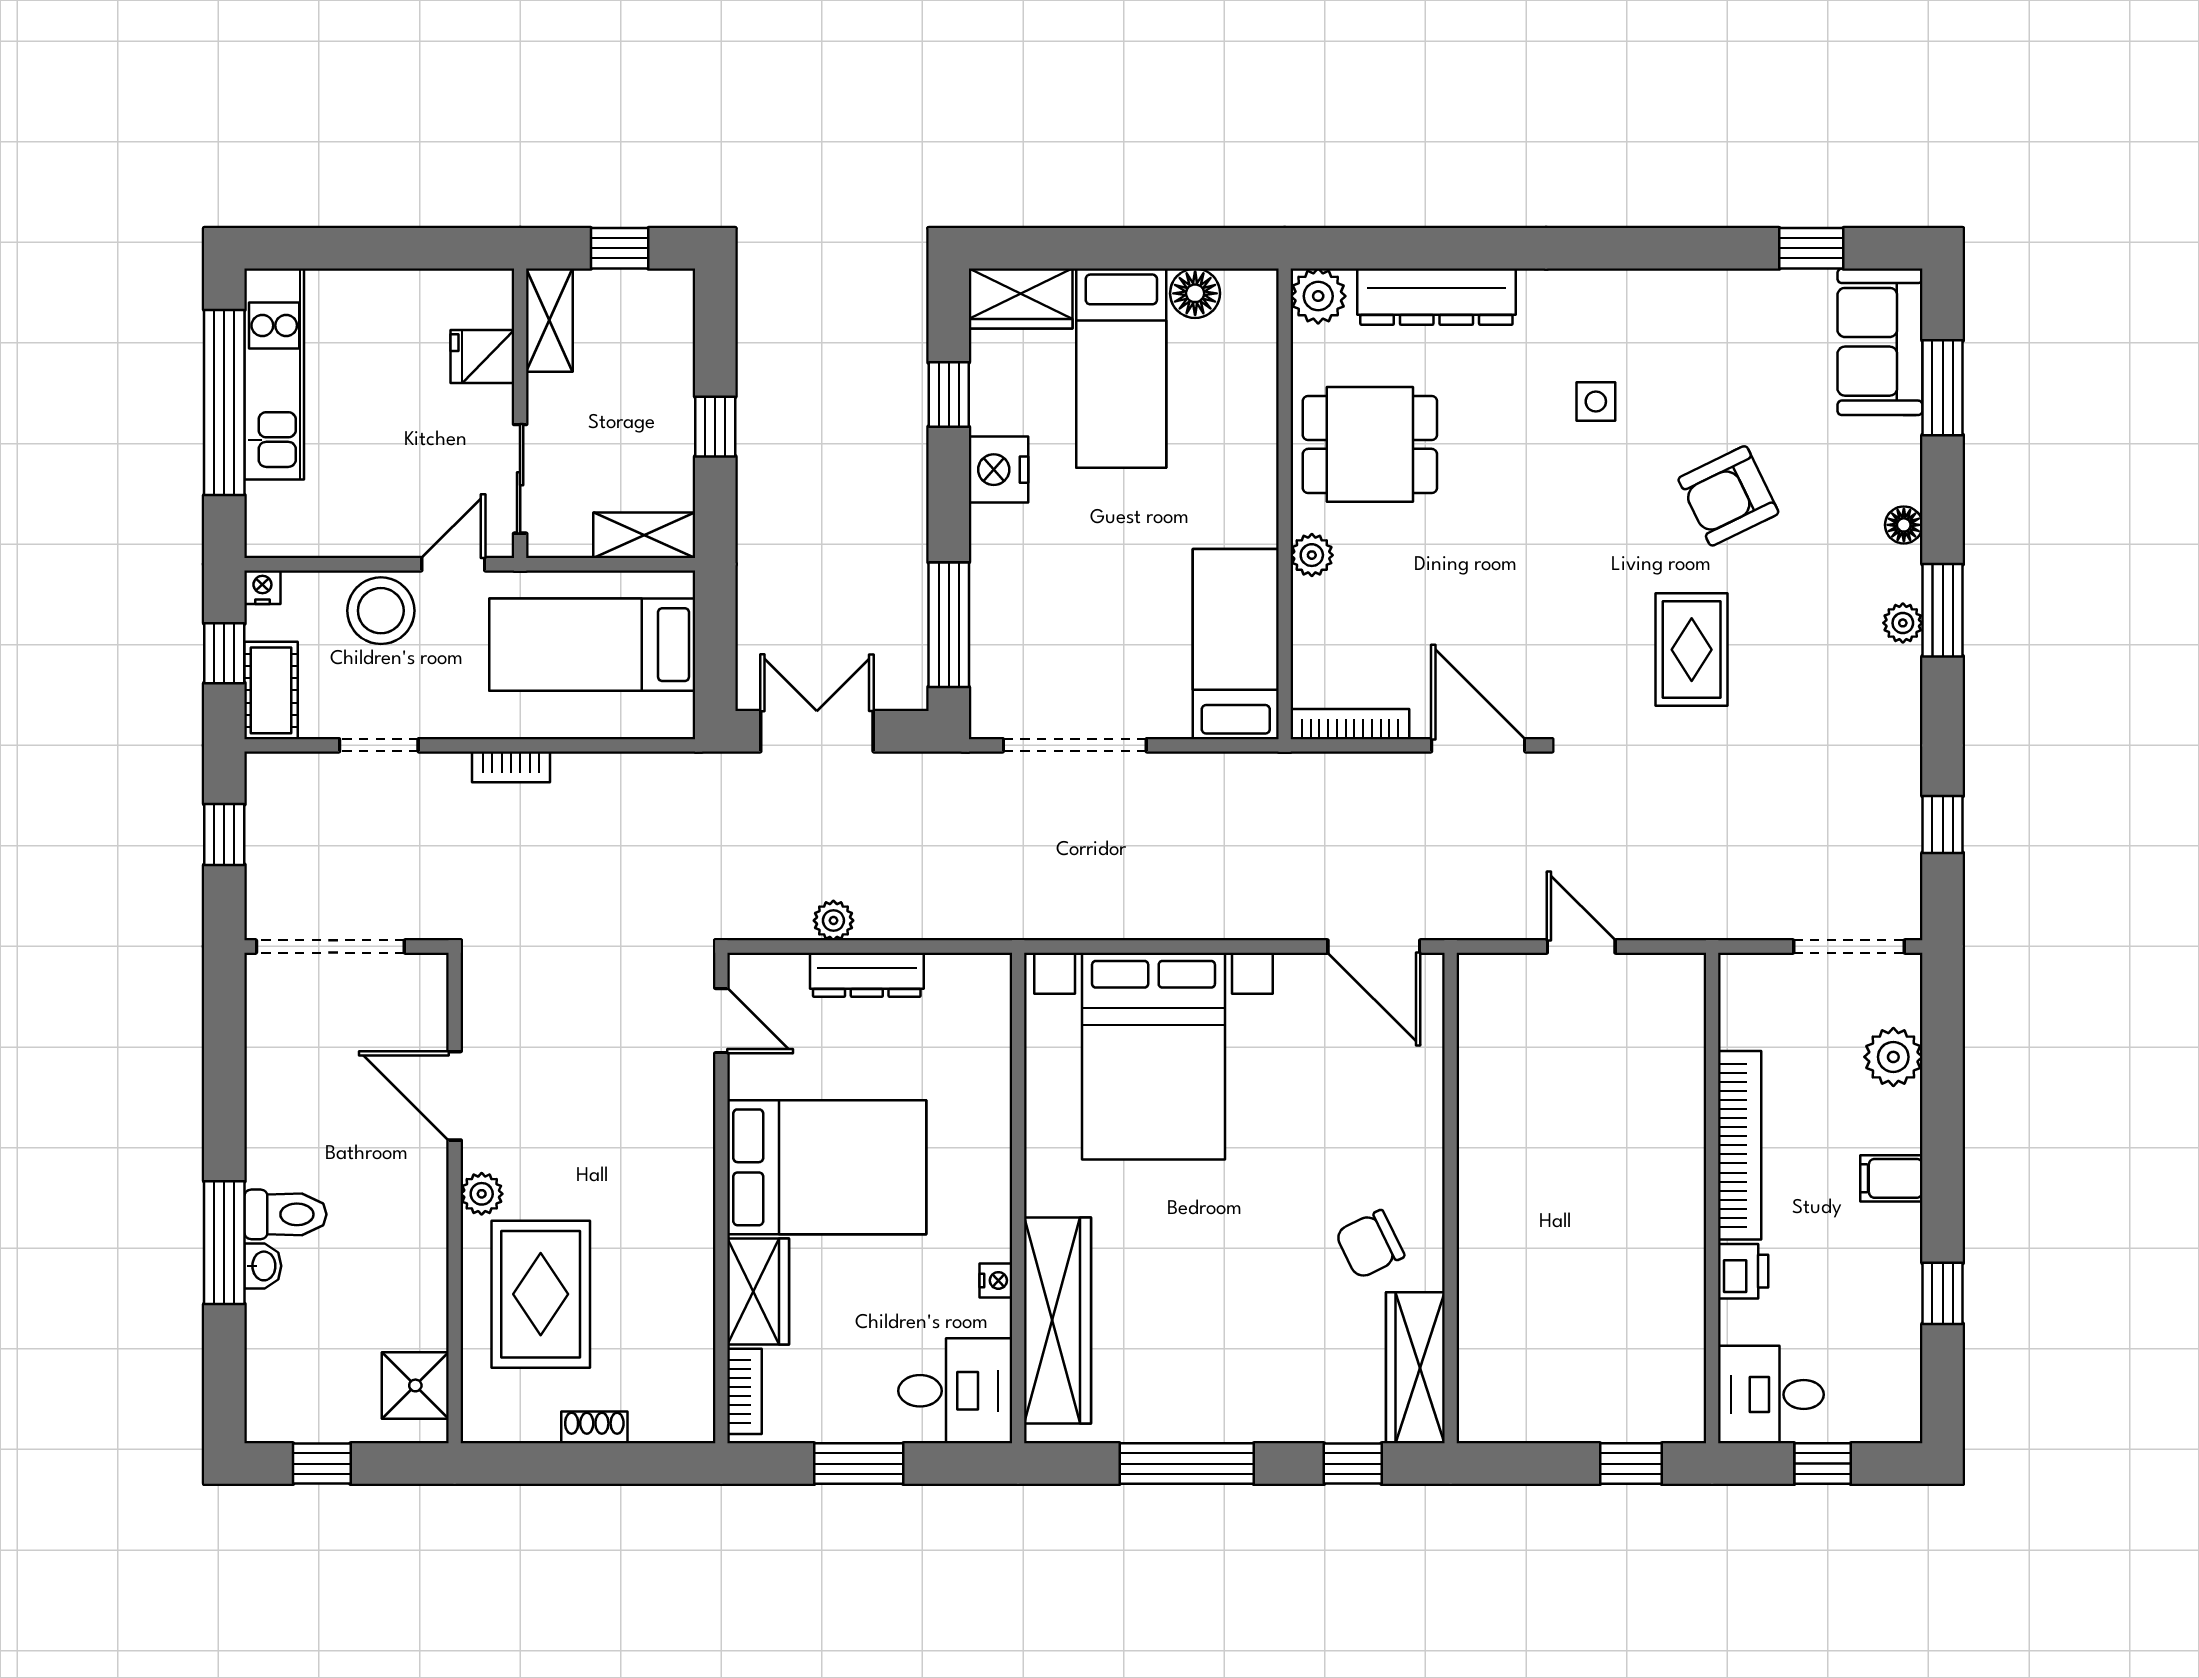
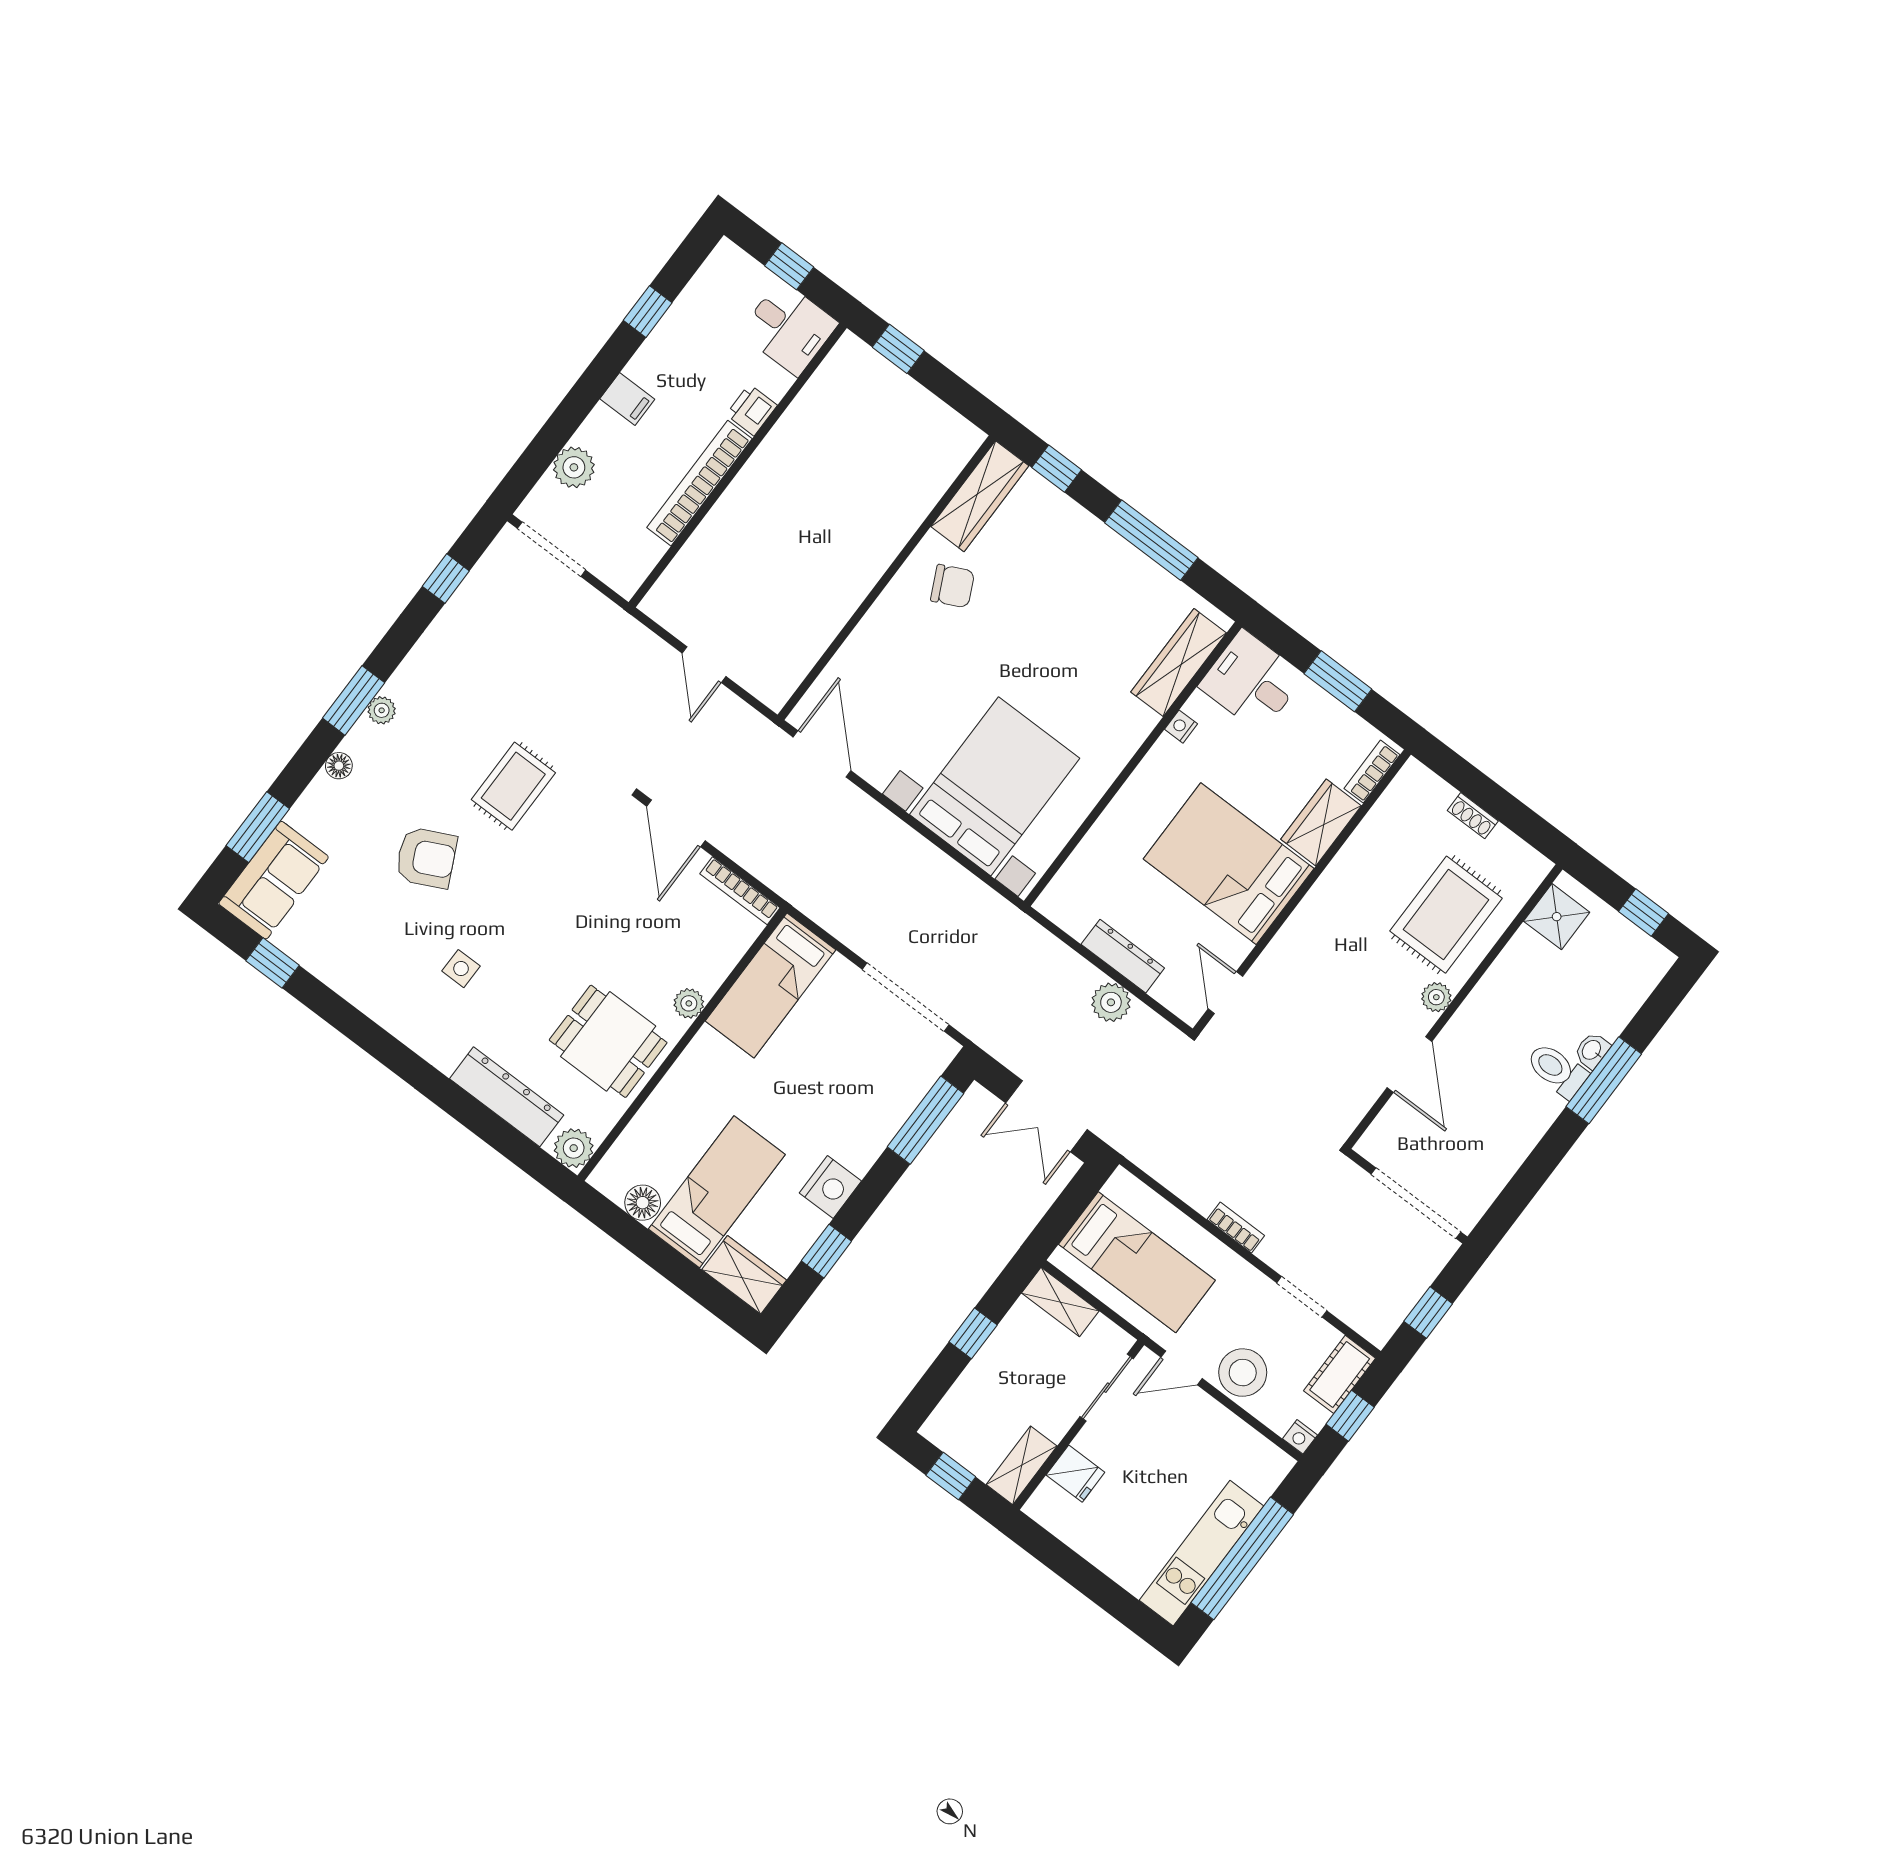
plant: (833, 920) -> (1111, 1002), width x1.38, depth x1.38
wardrobe: (1057, 1320) -> (1179, 663), width x0.71, depth x0.85

